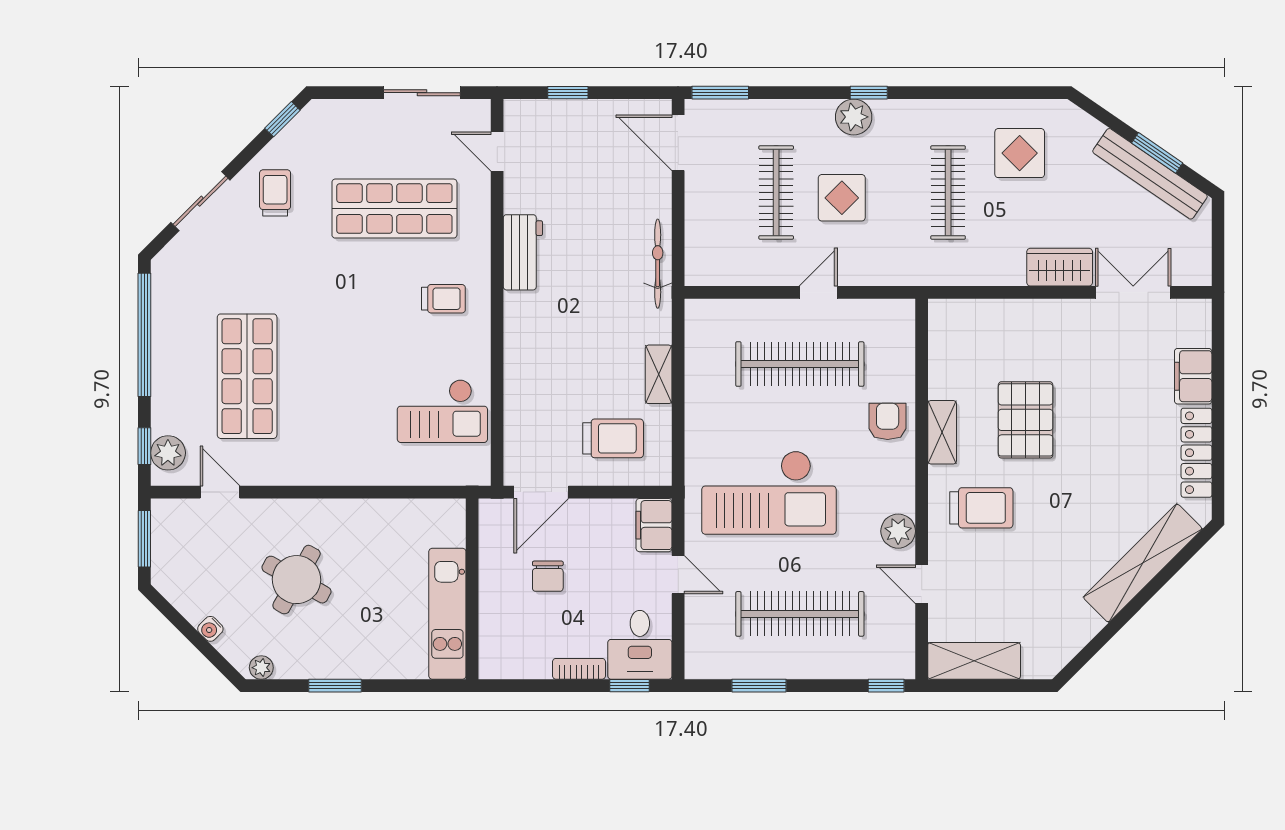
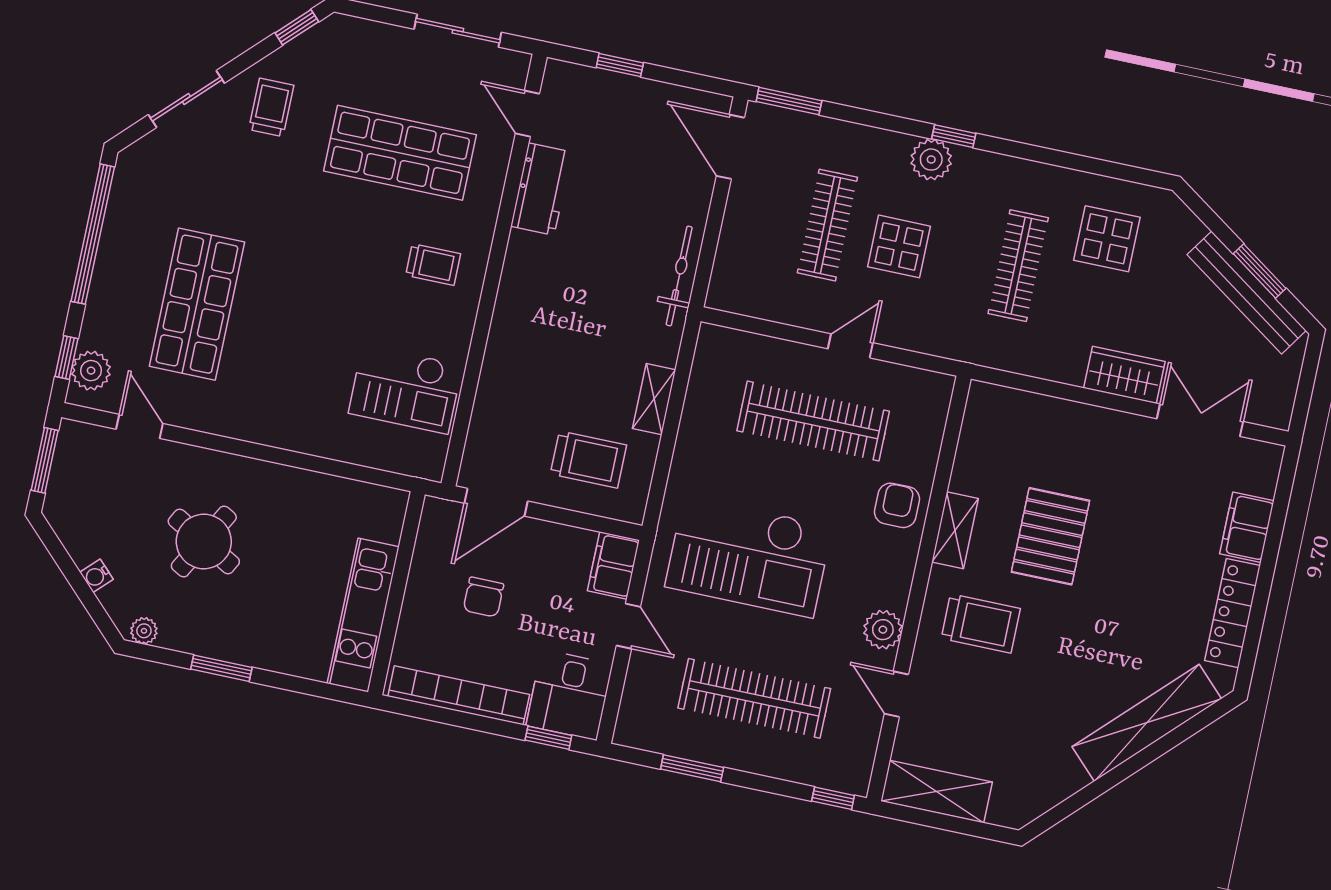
workbench: (523, 252) -> (541, 189), moved
bookcase: (579, 669) -> (459, 695), width x2.31, depth x1.31

